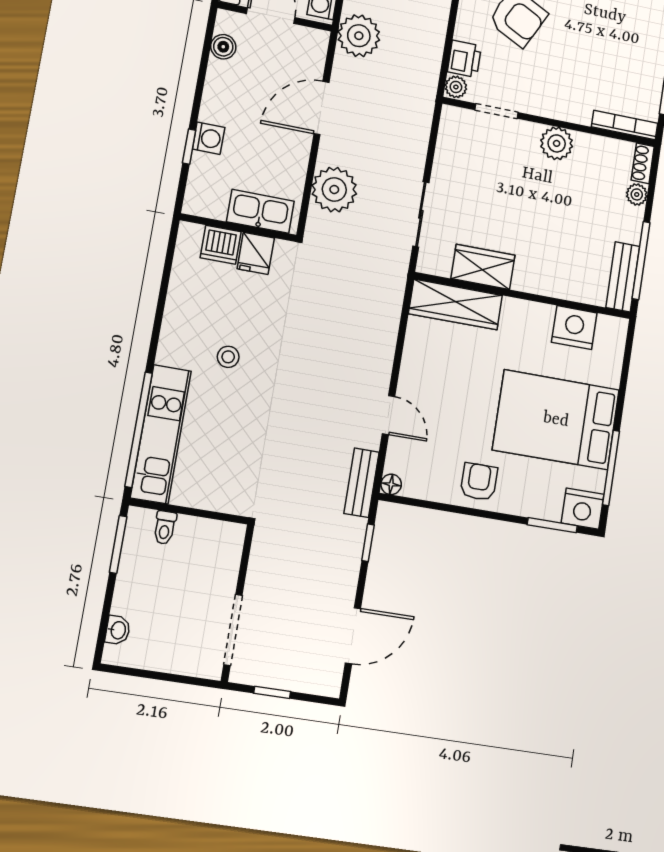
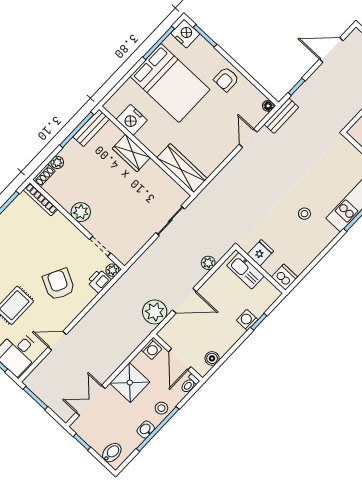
plant: (359, 36) -> (155, 312), moved
plant: (334, 190) -> (208, 263), width x0.53, depth x0.53
dishwasher: (221, 245) -> (285, 277), moved
wardrobe: (483, 267) -> (131, 153), moved

